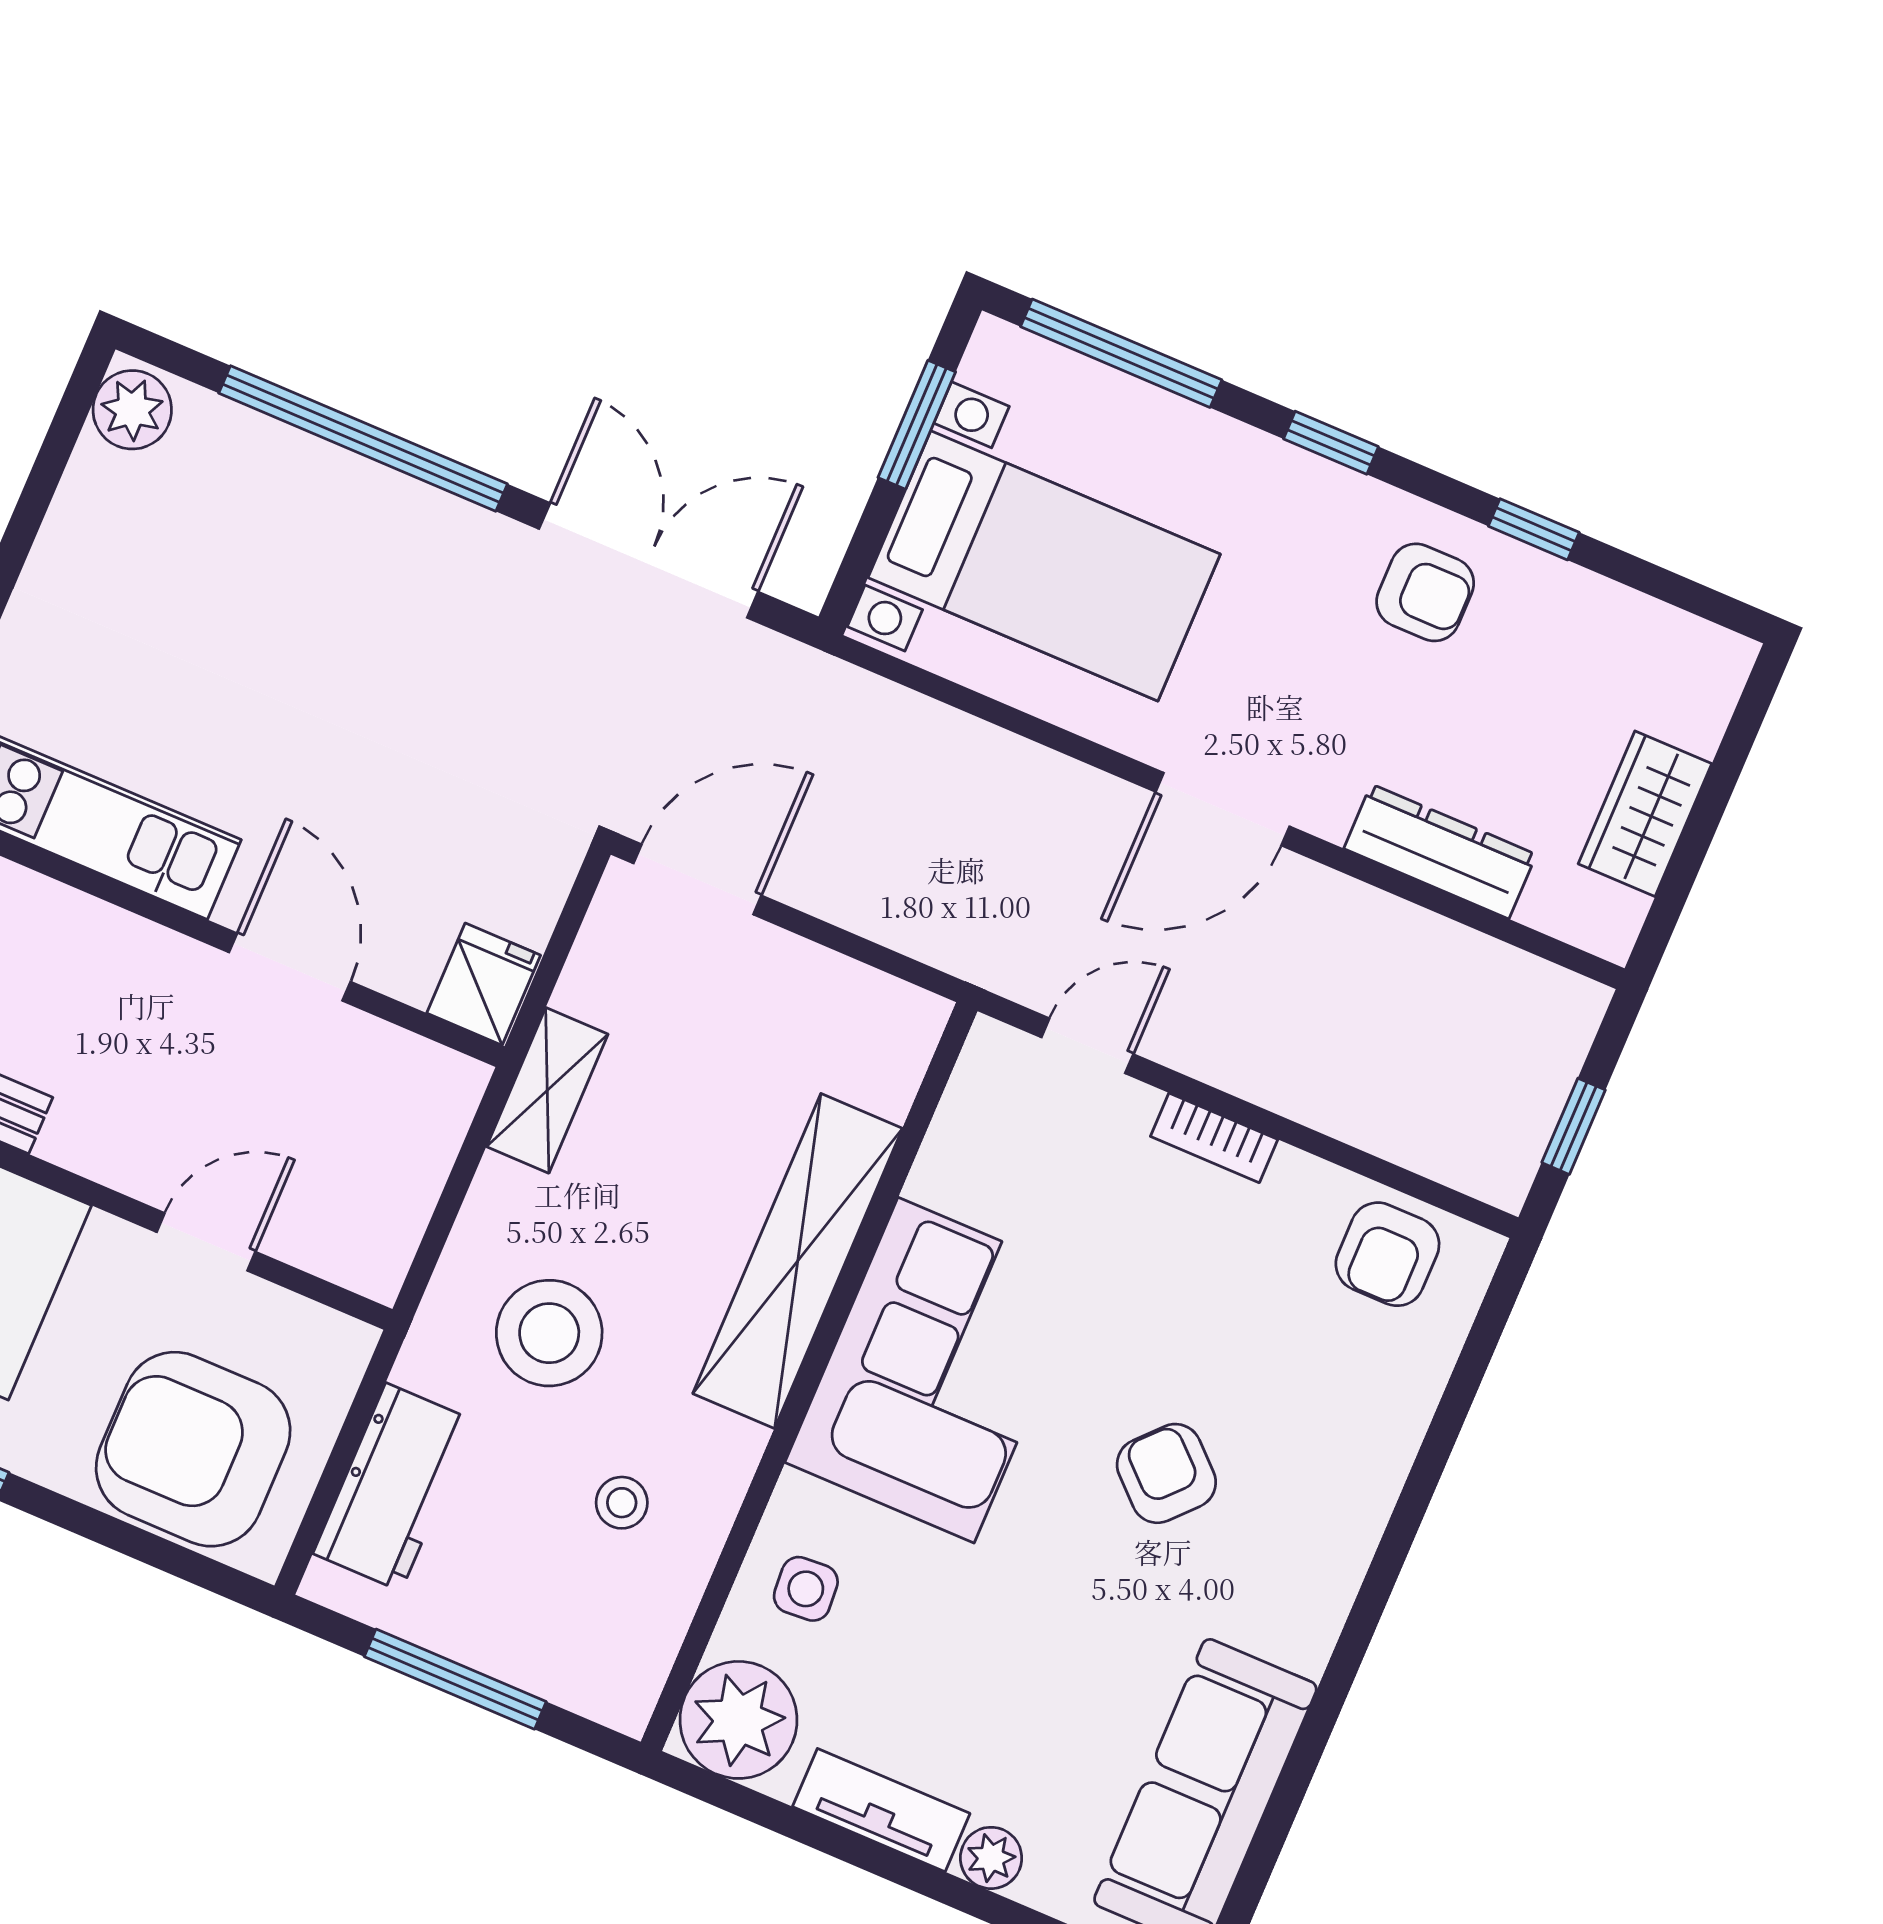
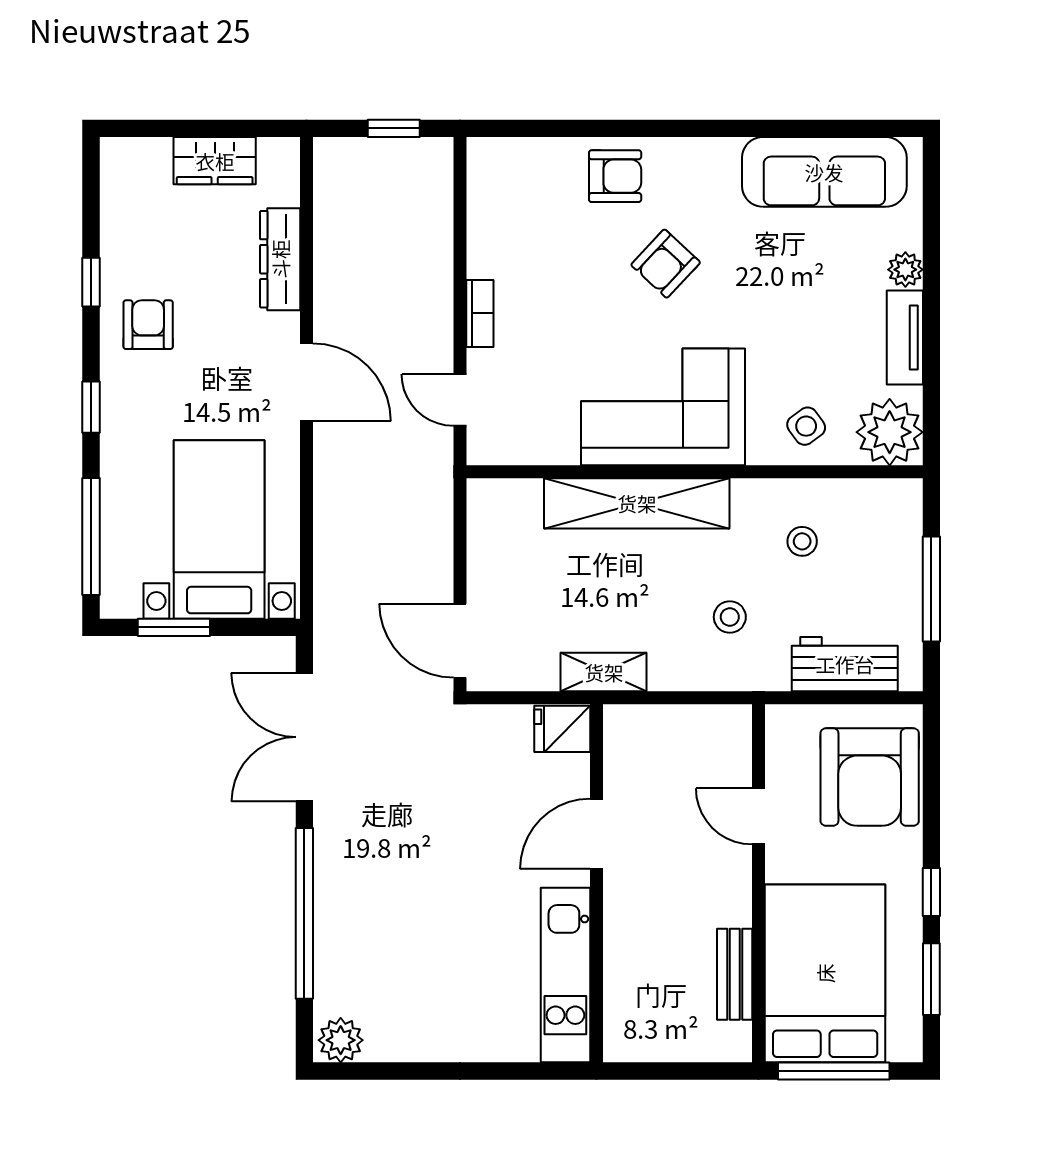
armchair: (1387, 1254) -> (615, 176), moved
stool: (549, 1333) -> (730, 617), width x0.53, depth x0.53
side table: (806, 1589) -> (806, 426), turned -32

